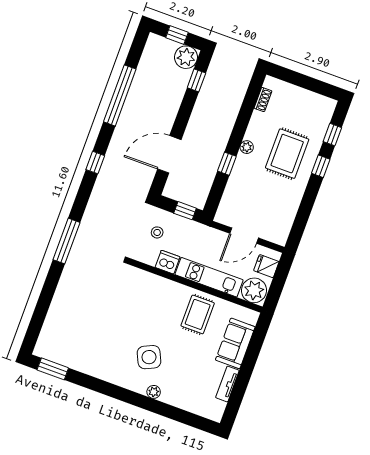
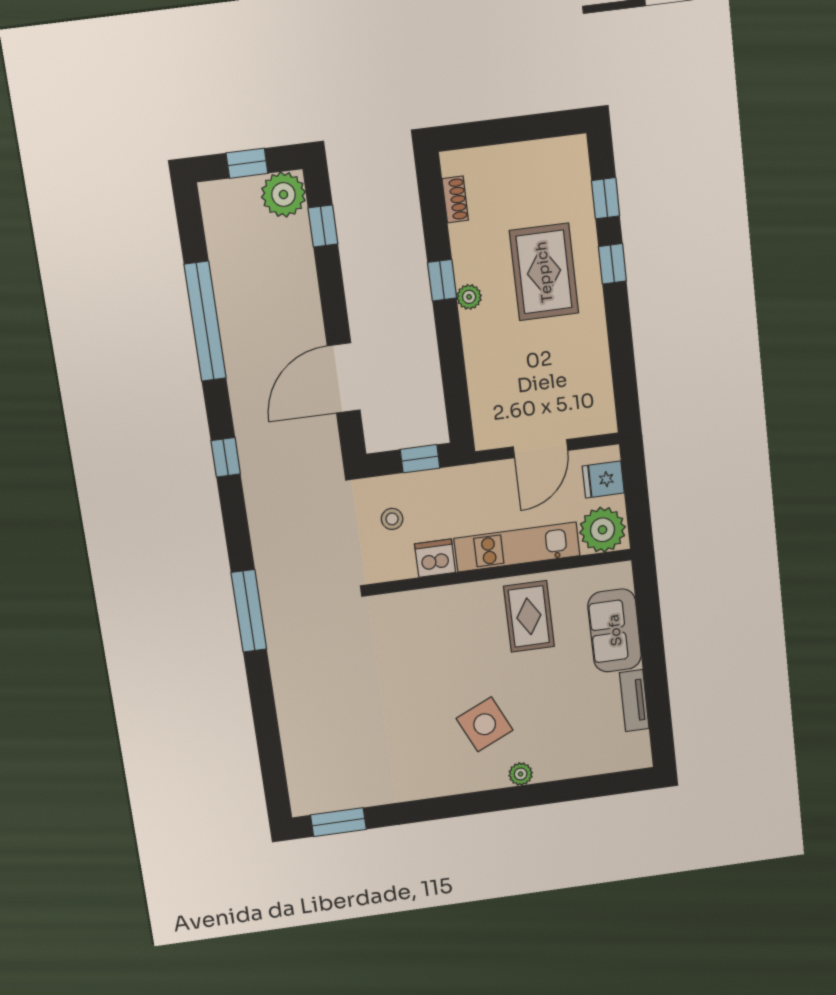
window: (227, 164) -> (442, 280), moved

